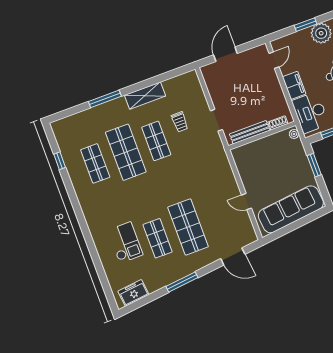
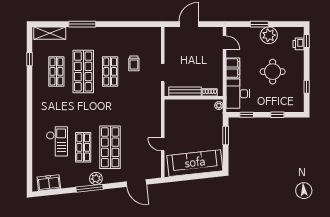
door: (274, 60) -> (225, 43), hinge flipped
shelving: (145, 96) -> (50, 33), moved
plant: (185, 268) -> (96, 178), added

